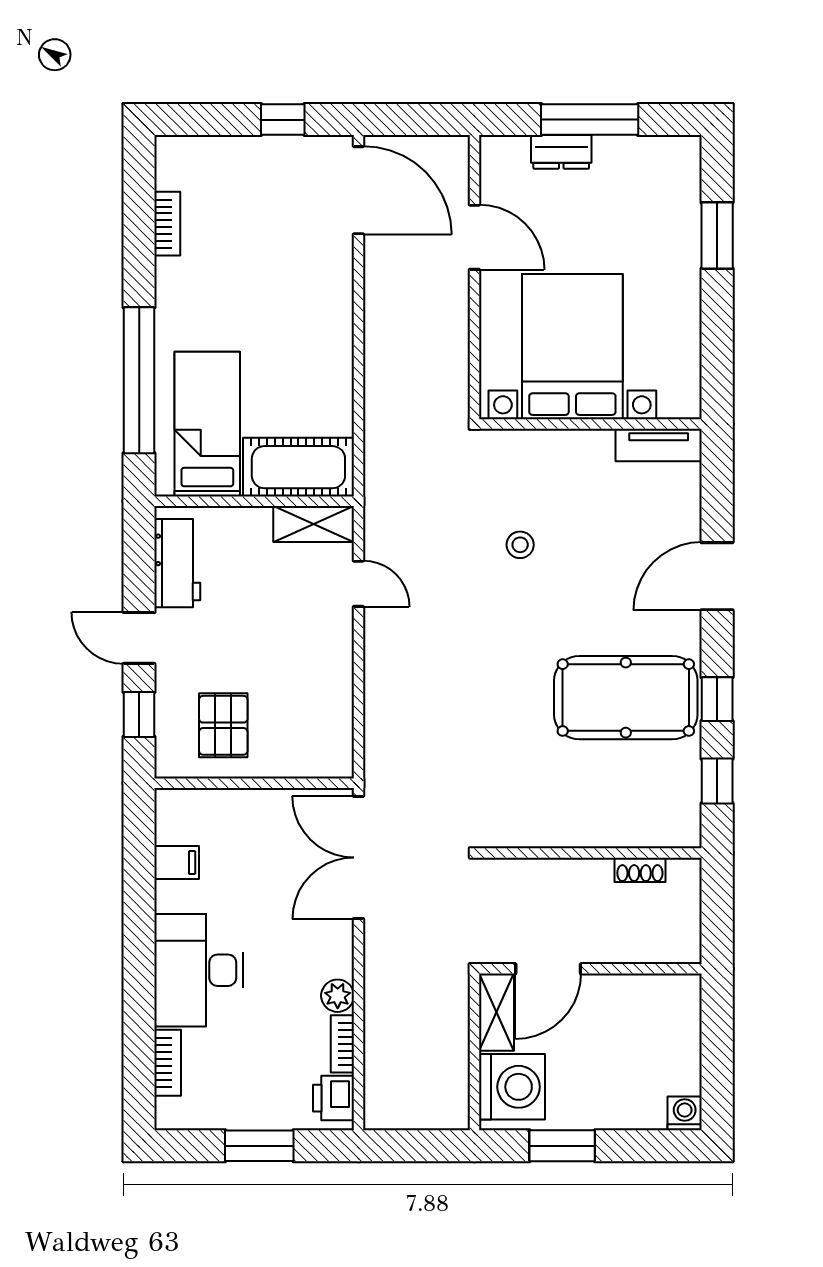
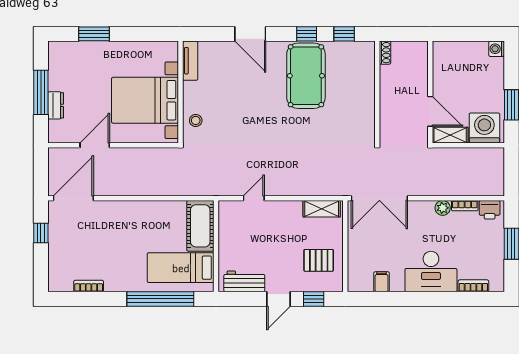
shelving: (314, 524) -> (322, 209), moved, turned 90
stool: (520, 545) -> (196, 120), moved
shoe rack: (640, 870) -> (385, 53), moved

